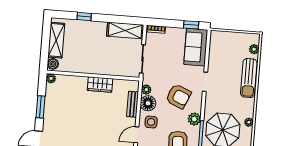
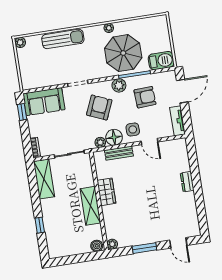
shelving: (56, 40) -> (90, 206), moved, turned 90
plant: (254, 49) -> (20, 42), moved

